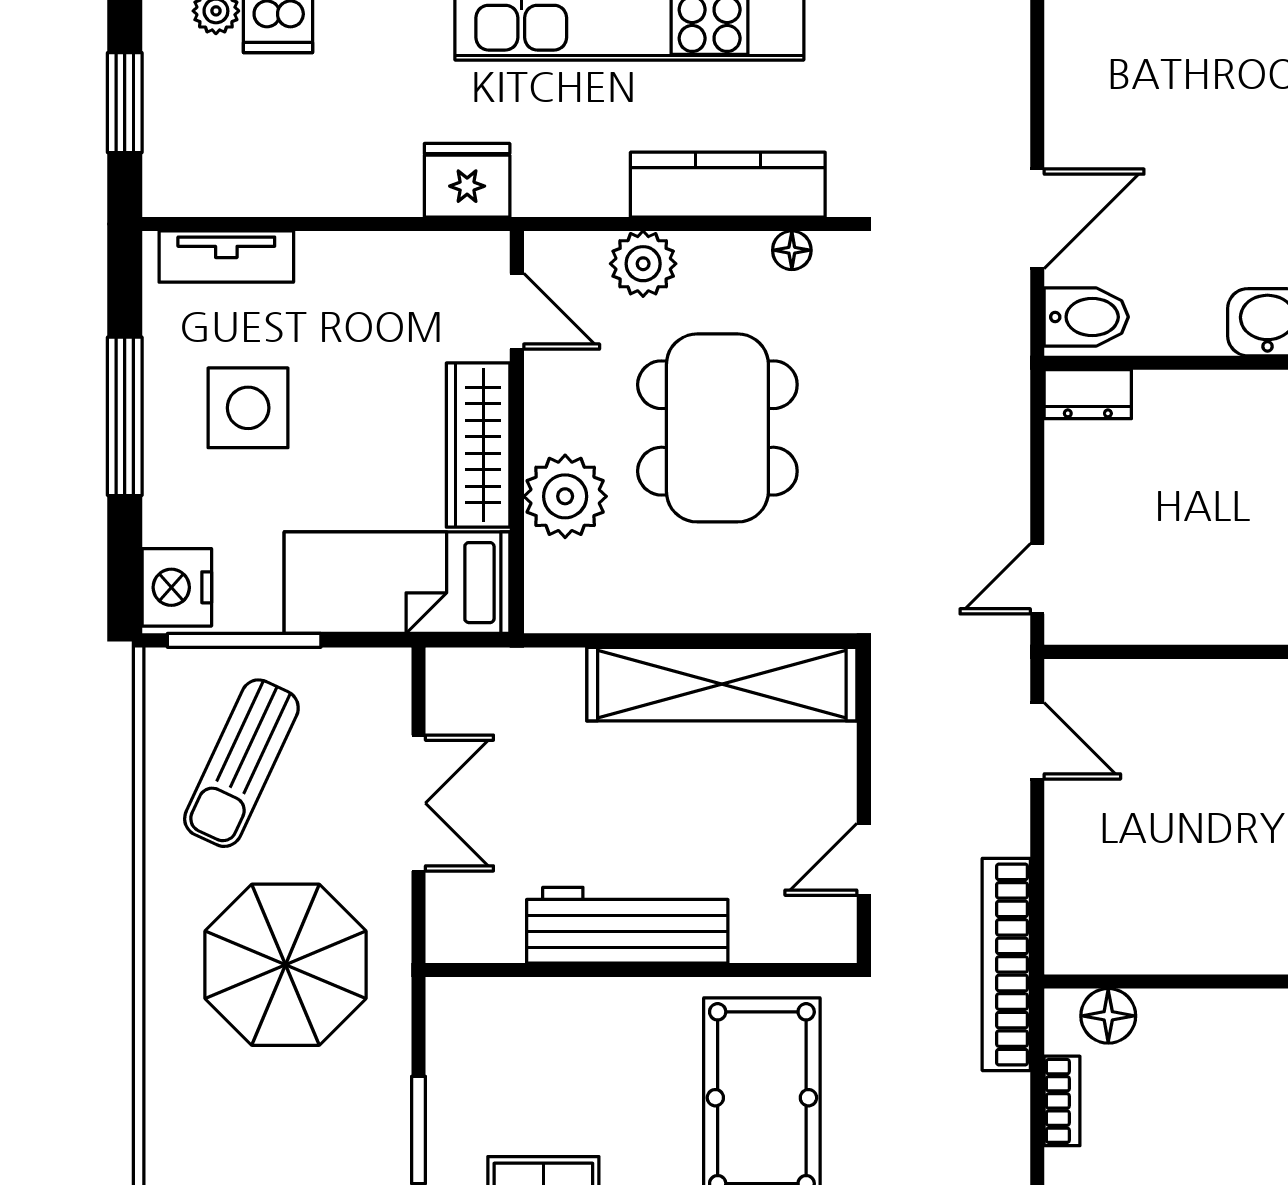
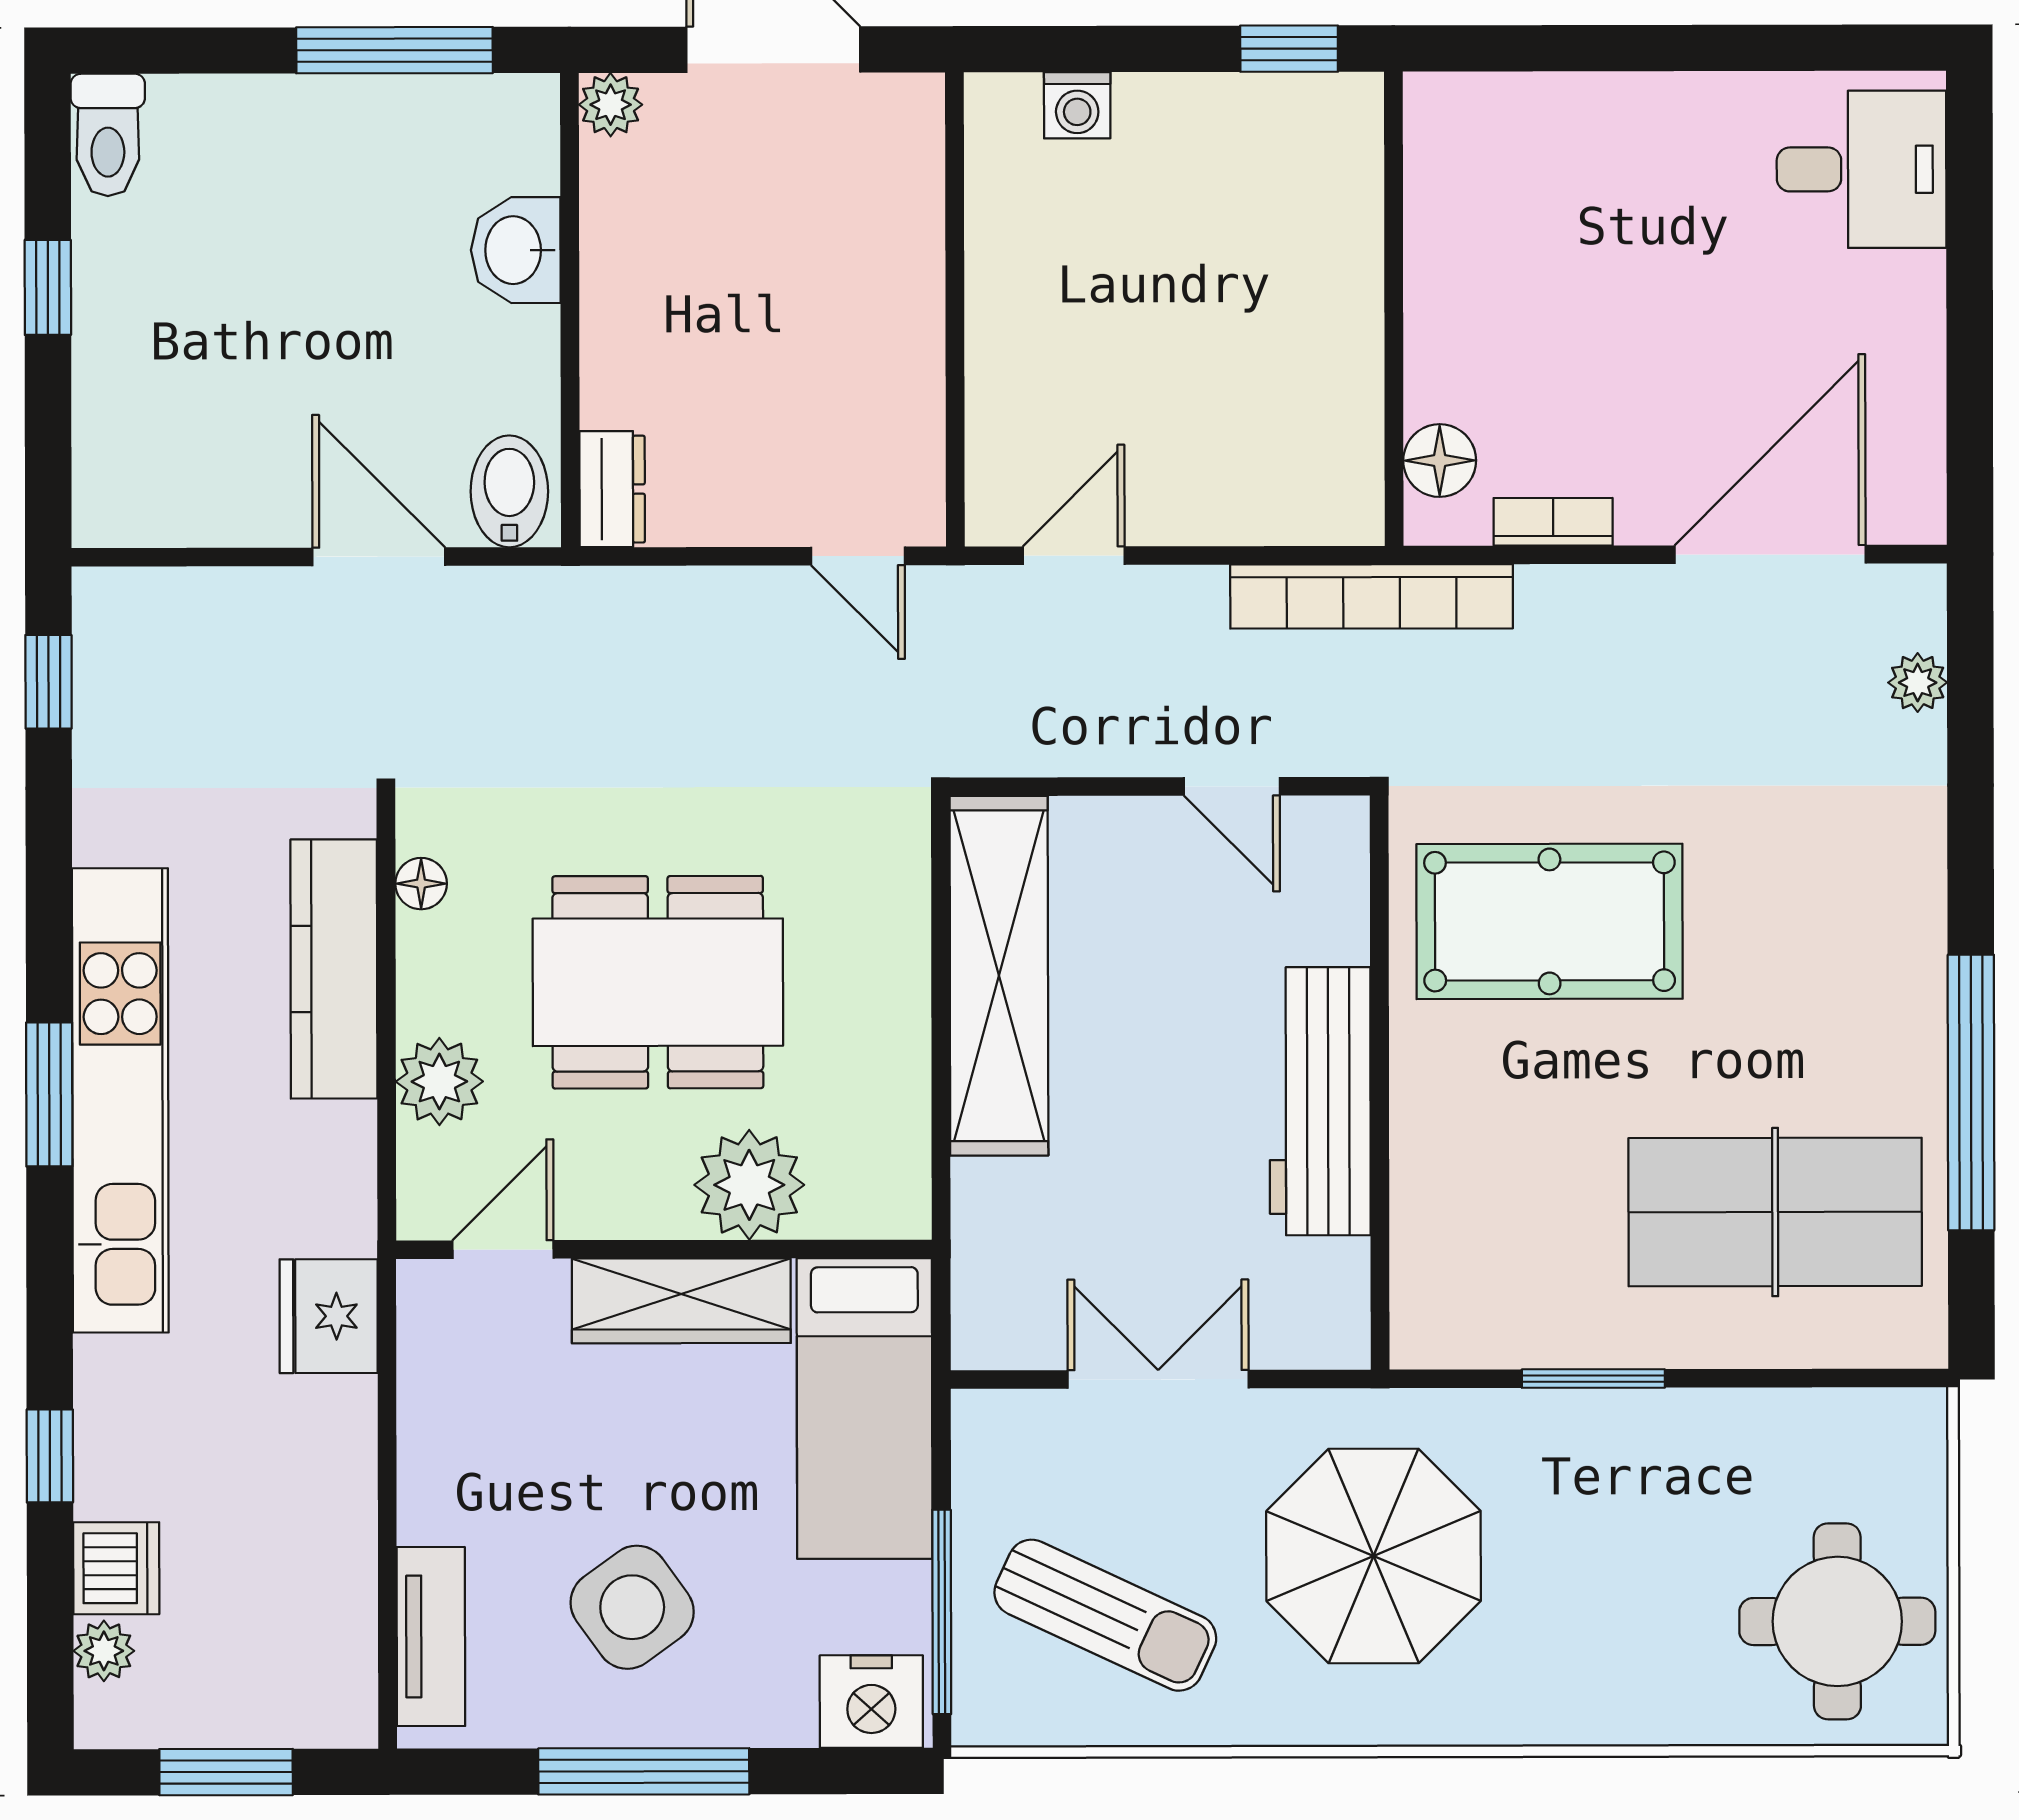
side table: (248, 408) -> (632, 1607), turned -36

